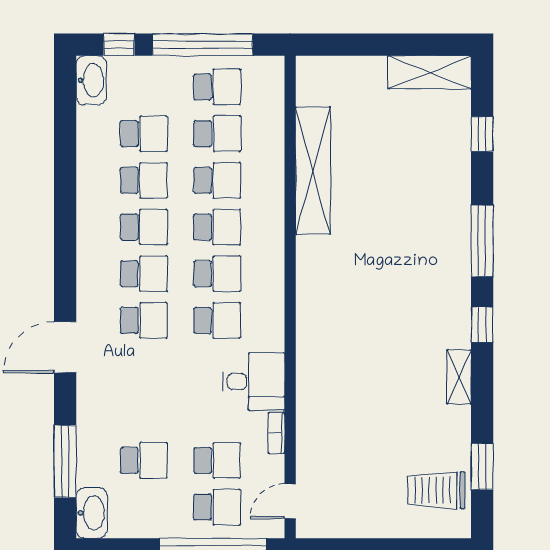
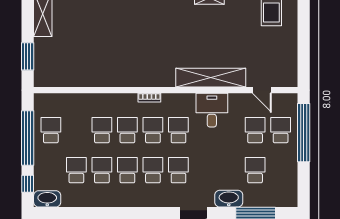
window: (352, 45) -> (28, 56), added
school desk: (217, 134) -> (76, 130), removed
shelving: (313, 171) -> (211, 78), moved
bookcase: (276, 433) -> (149, 98), moved
door: (290, 501) -> (262, 90), moved
washbasin: (92, 513) -> (229, 199), moved

